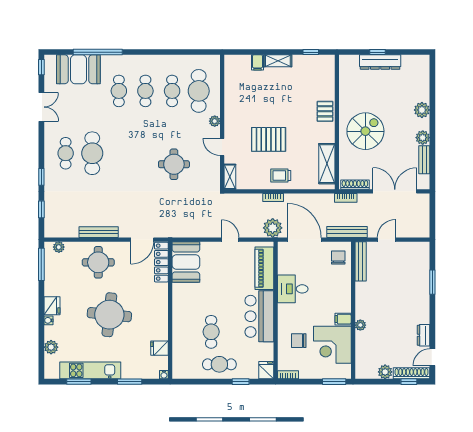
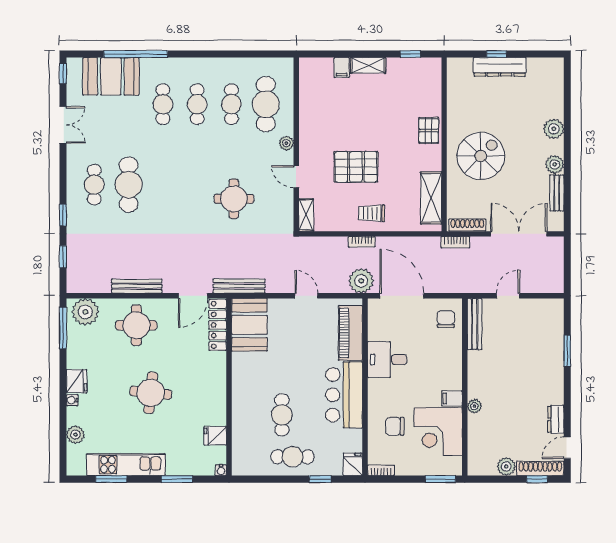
bench: (347, 232) -> (239, 286), moved
plant: (59, 247) -> (85, 312), width x1.87, depth x1.87
round table: (109, 315) -> (151, 393), width x0.73, depth x0.73

